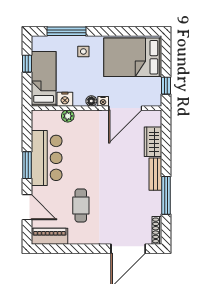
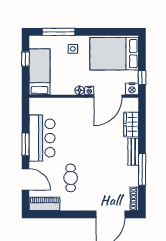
nightstand: (65, 99) -> (132, 89), moved
plant: (68, 116) -> (60, 103), removed

